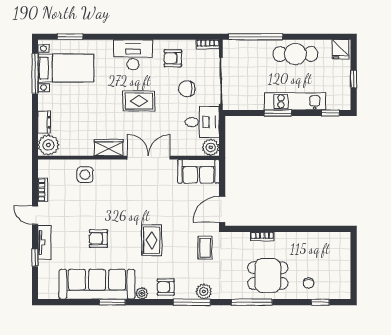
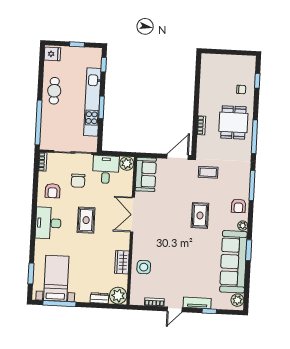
cafe table: (295, 54) -> (54, 91), width x0.73, depth x0.74
kitchen unit: (295, 101) -> (92, 102), width x1.36
wardrobe: (109, 148) -> (122, 262), moved
door: (222, 209) -> (178, 157), swing flipped
armchair: (98, 239) -> (196, 259), removed
rug: (152, 240) -> (200, 215), turned 90
plant: (204, 291) -> (237, 300), moved

